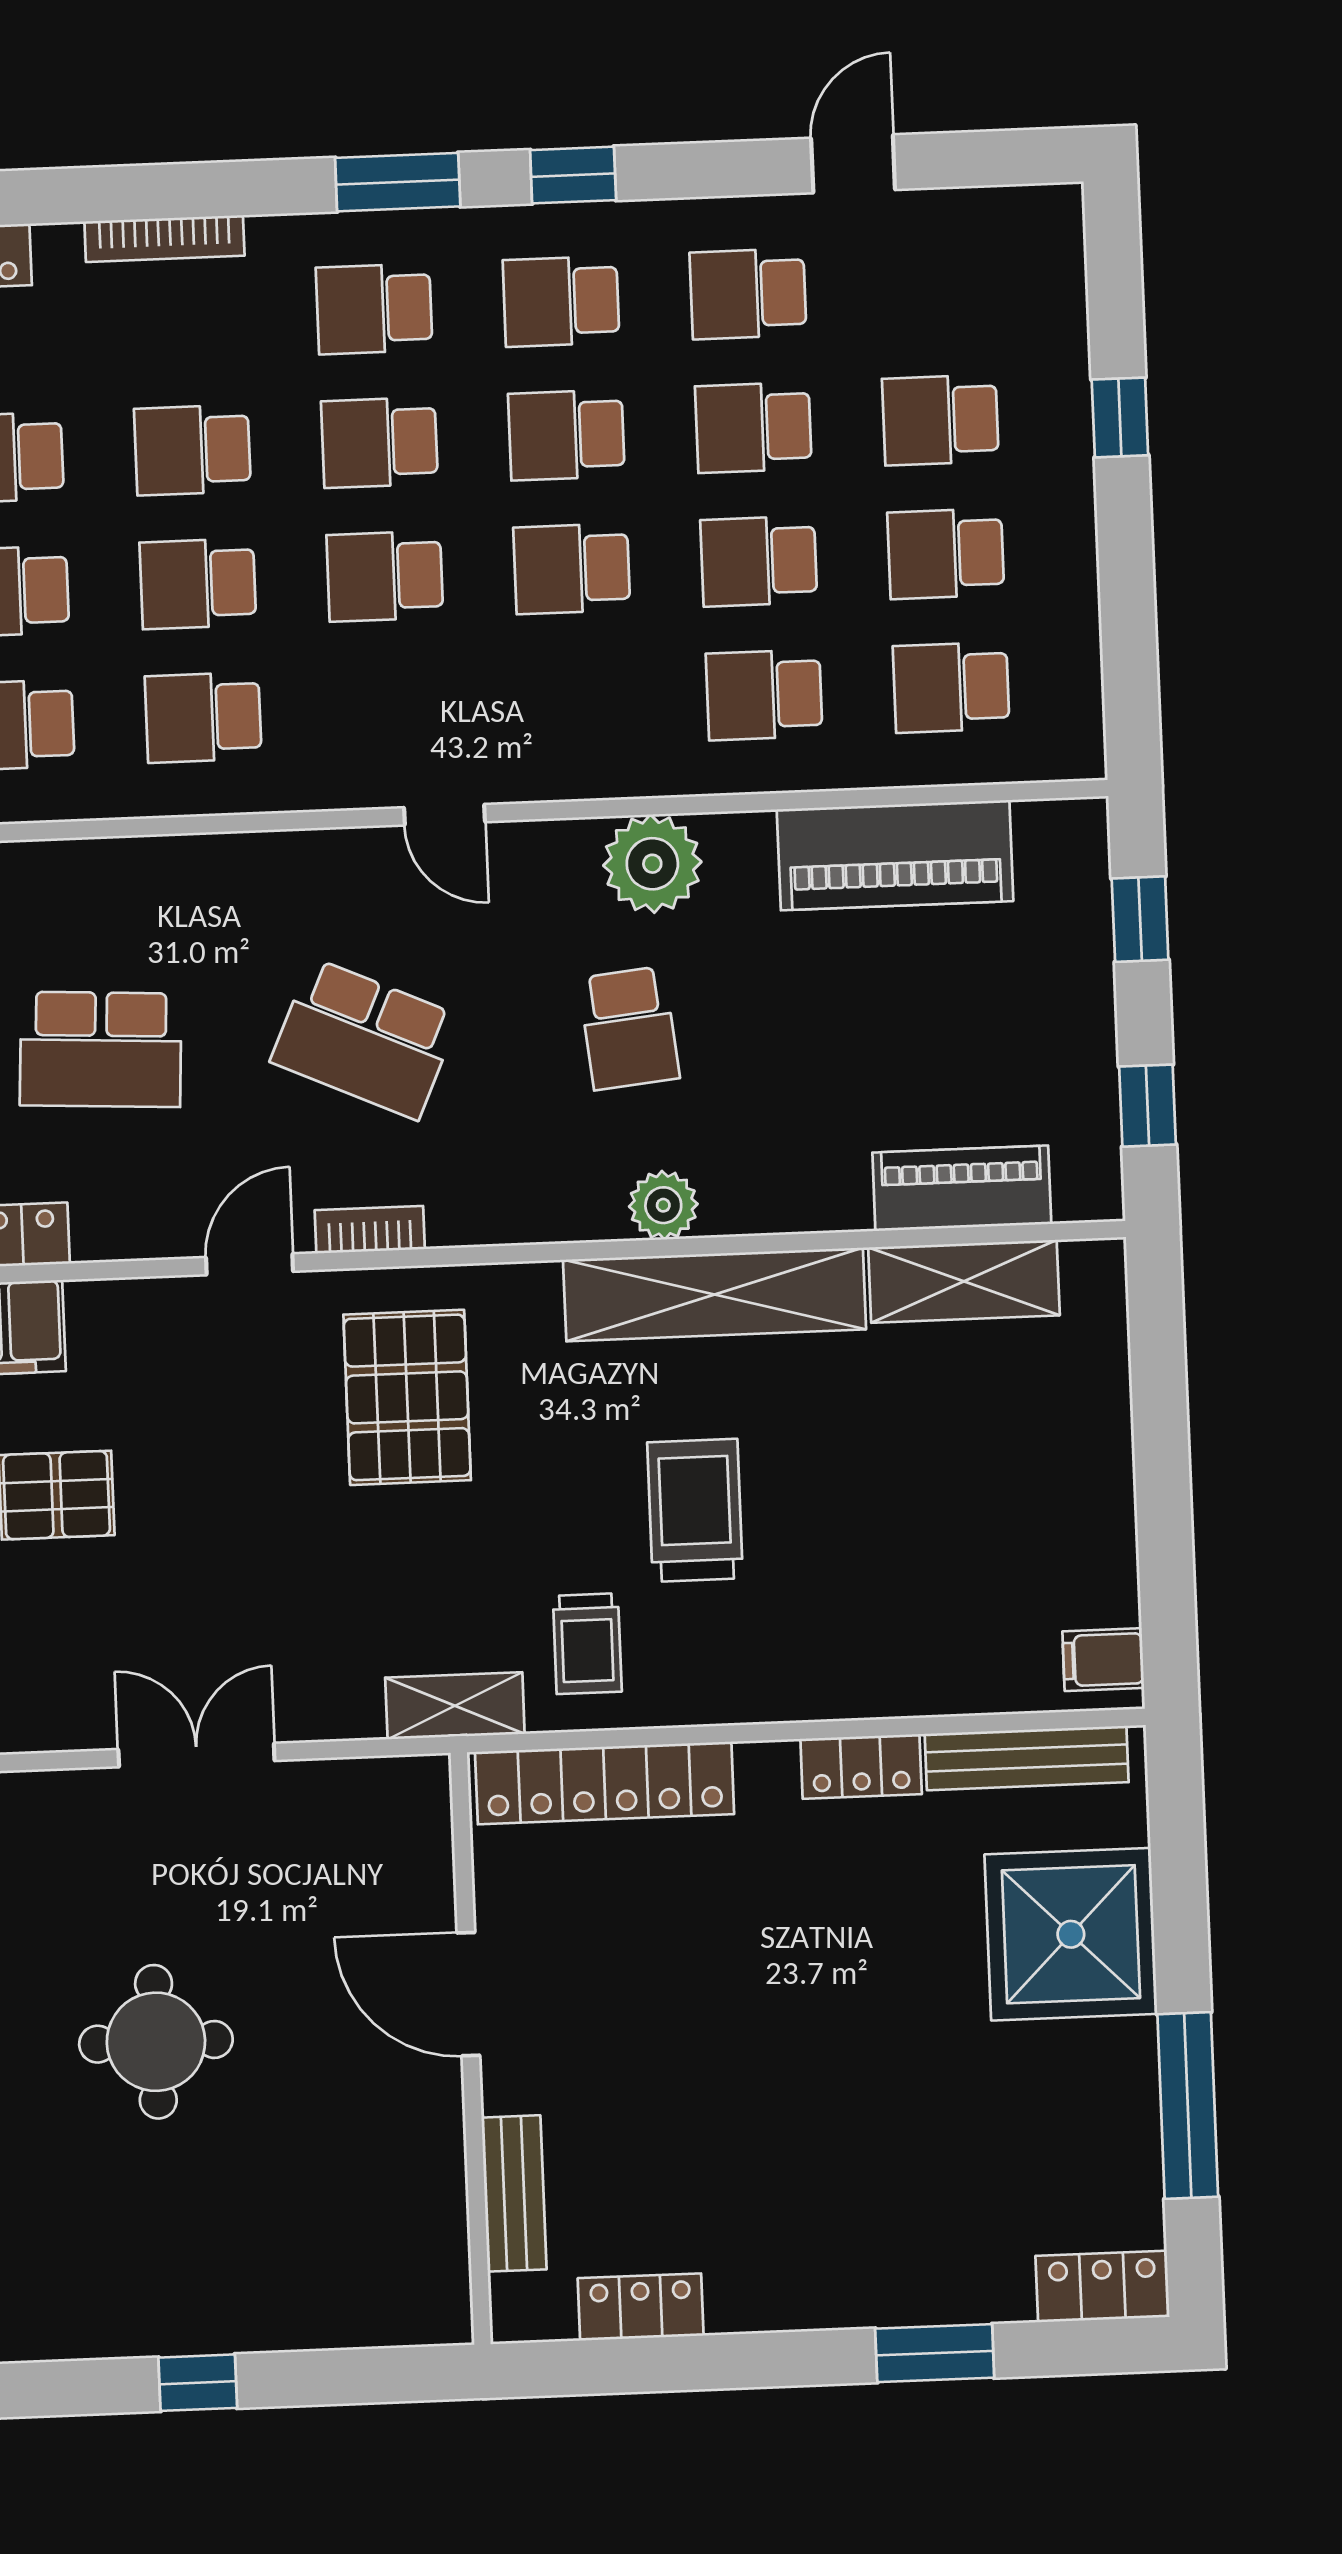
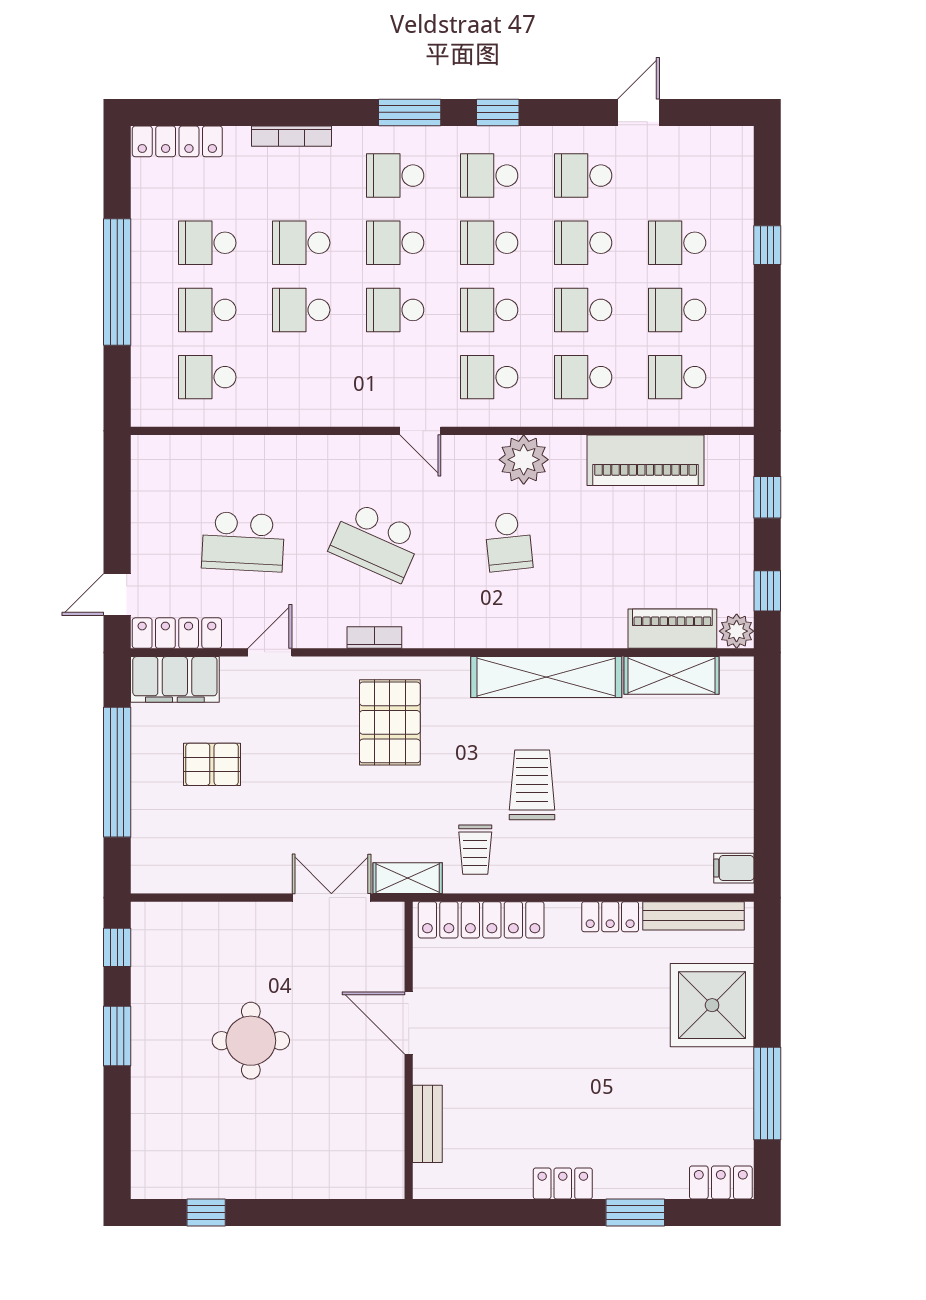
school desk: (203, 717) -> (489, 377), moved
plant: (663, 1205) -> (737, 631), moved
door: (250, 1264) -> (270, 652), moved
double door: (196, 1755) -> (331, 898), moved
locker: (641, 2307) -> (563, 1183), moved
window: (198, 2383) -> (206, 1213), moved

